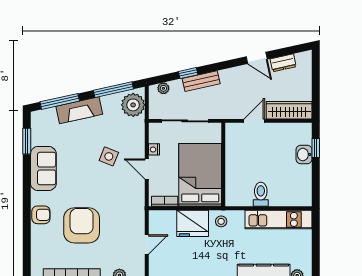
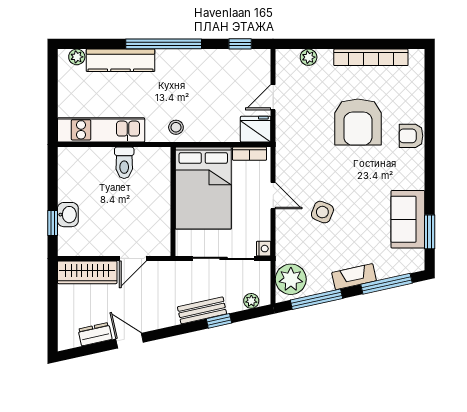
fireplace: (79, 110) -> (354, 277), width x0.73, depth x0.76
nightstand: (154, 149) -> (264, 249), moved
sofa: (43, 169) -> (408, 219), moved
fridge: (193, 223) -> (256, 129), moved, width x0.73, depth x0.75

